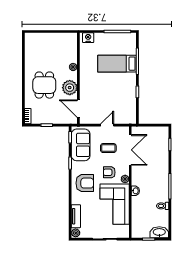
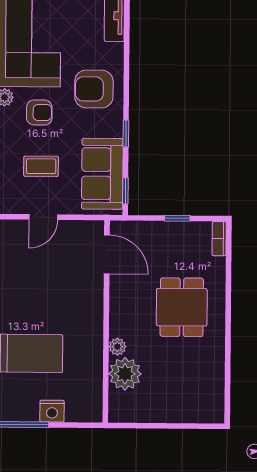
nightstand: (88, 38) -> (52, 411), moved
plant: (70, 88) -> (125, 374), moved

